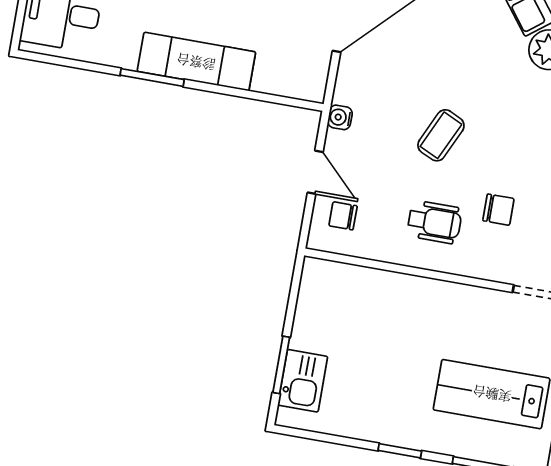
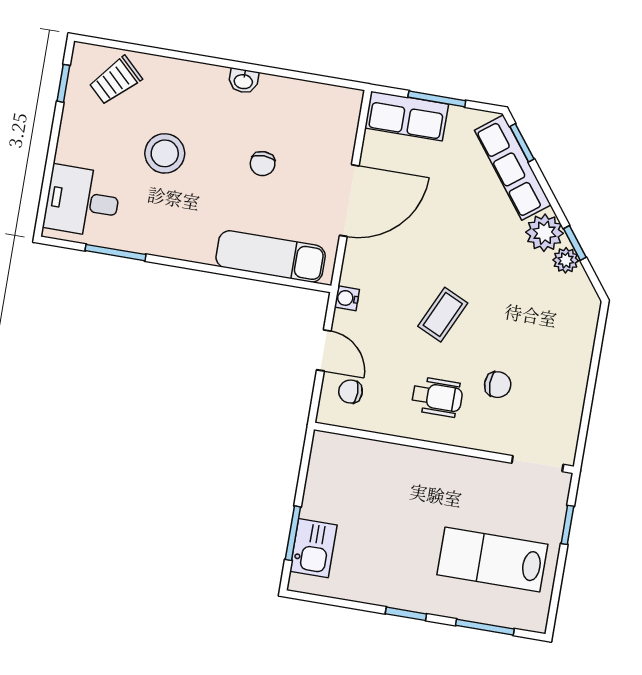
exam couch: (196, 62) -> (271, 256), moved
window: (152, 77) -> (116, 253), moved

